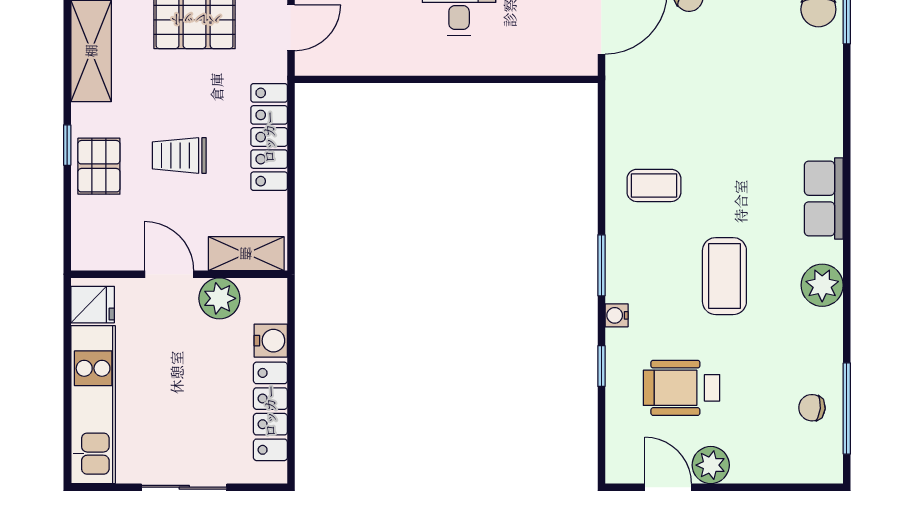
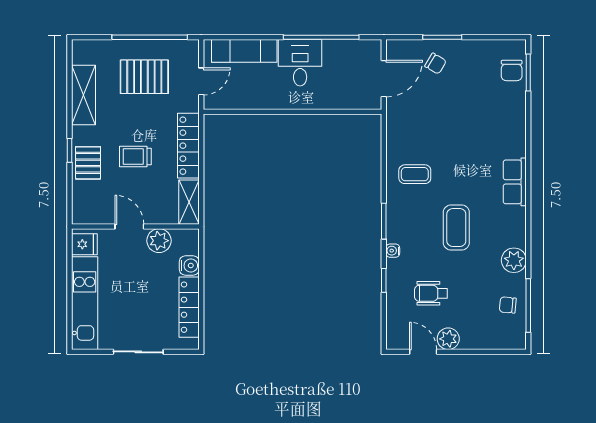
shelving: (246, 254) -> (189, 202), moved, turned 90
plant: (822, 285) -> (514, 260), moved
wheelchair: (682, 388) -> (431, 293), width x0.73, depth x0.73

